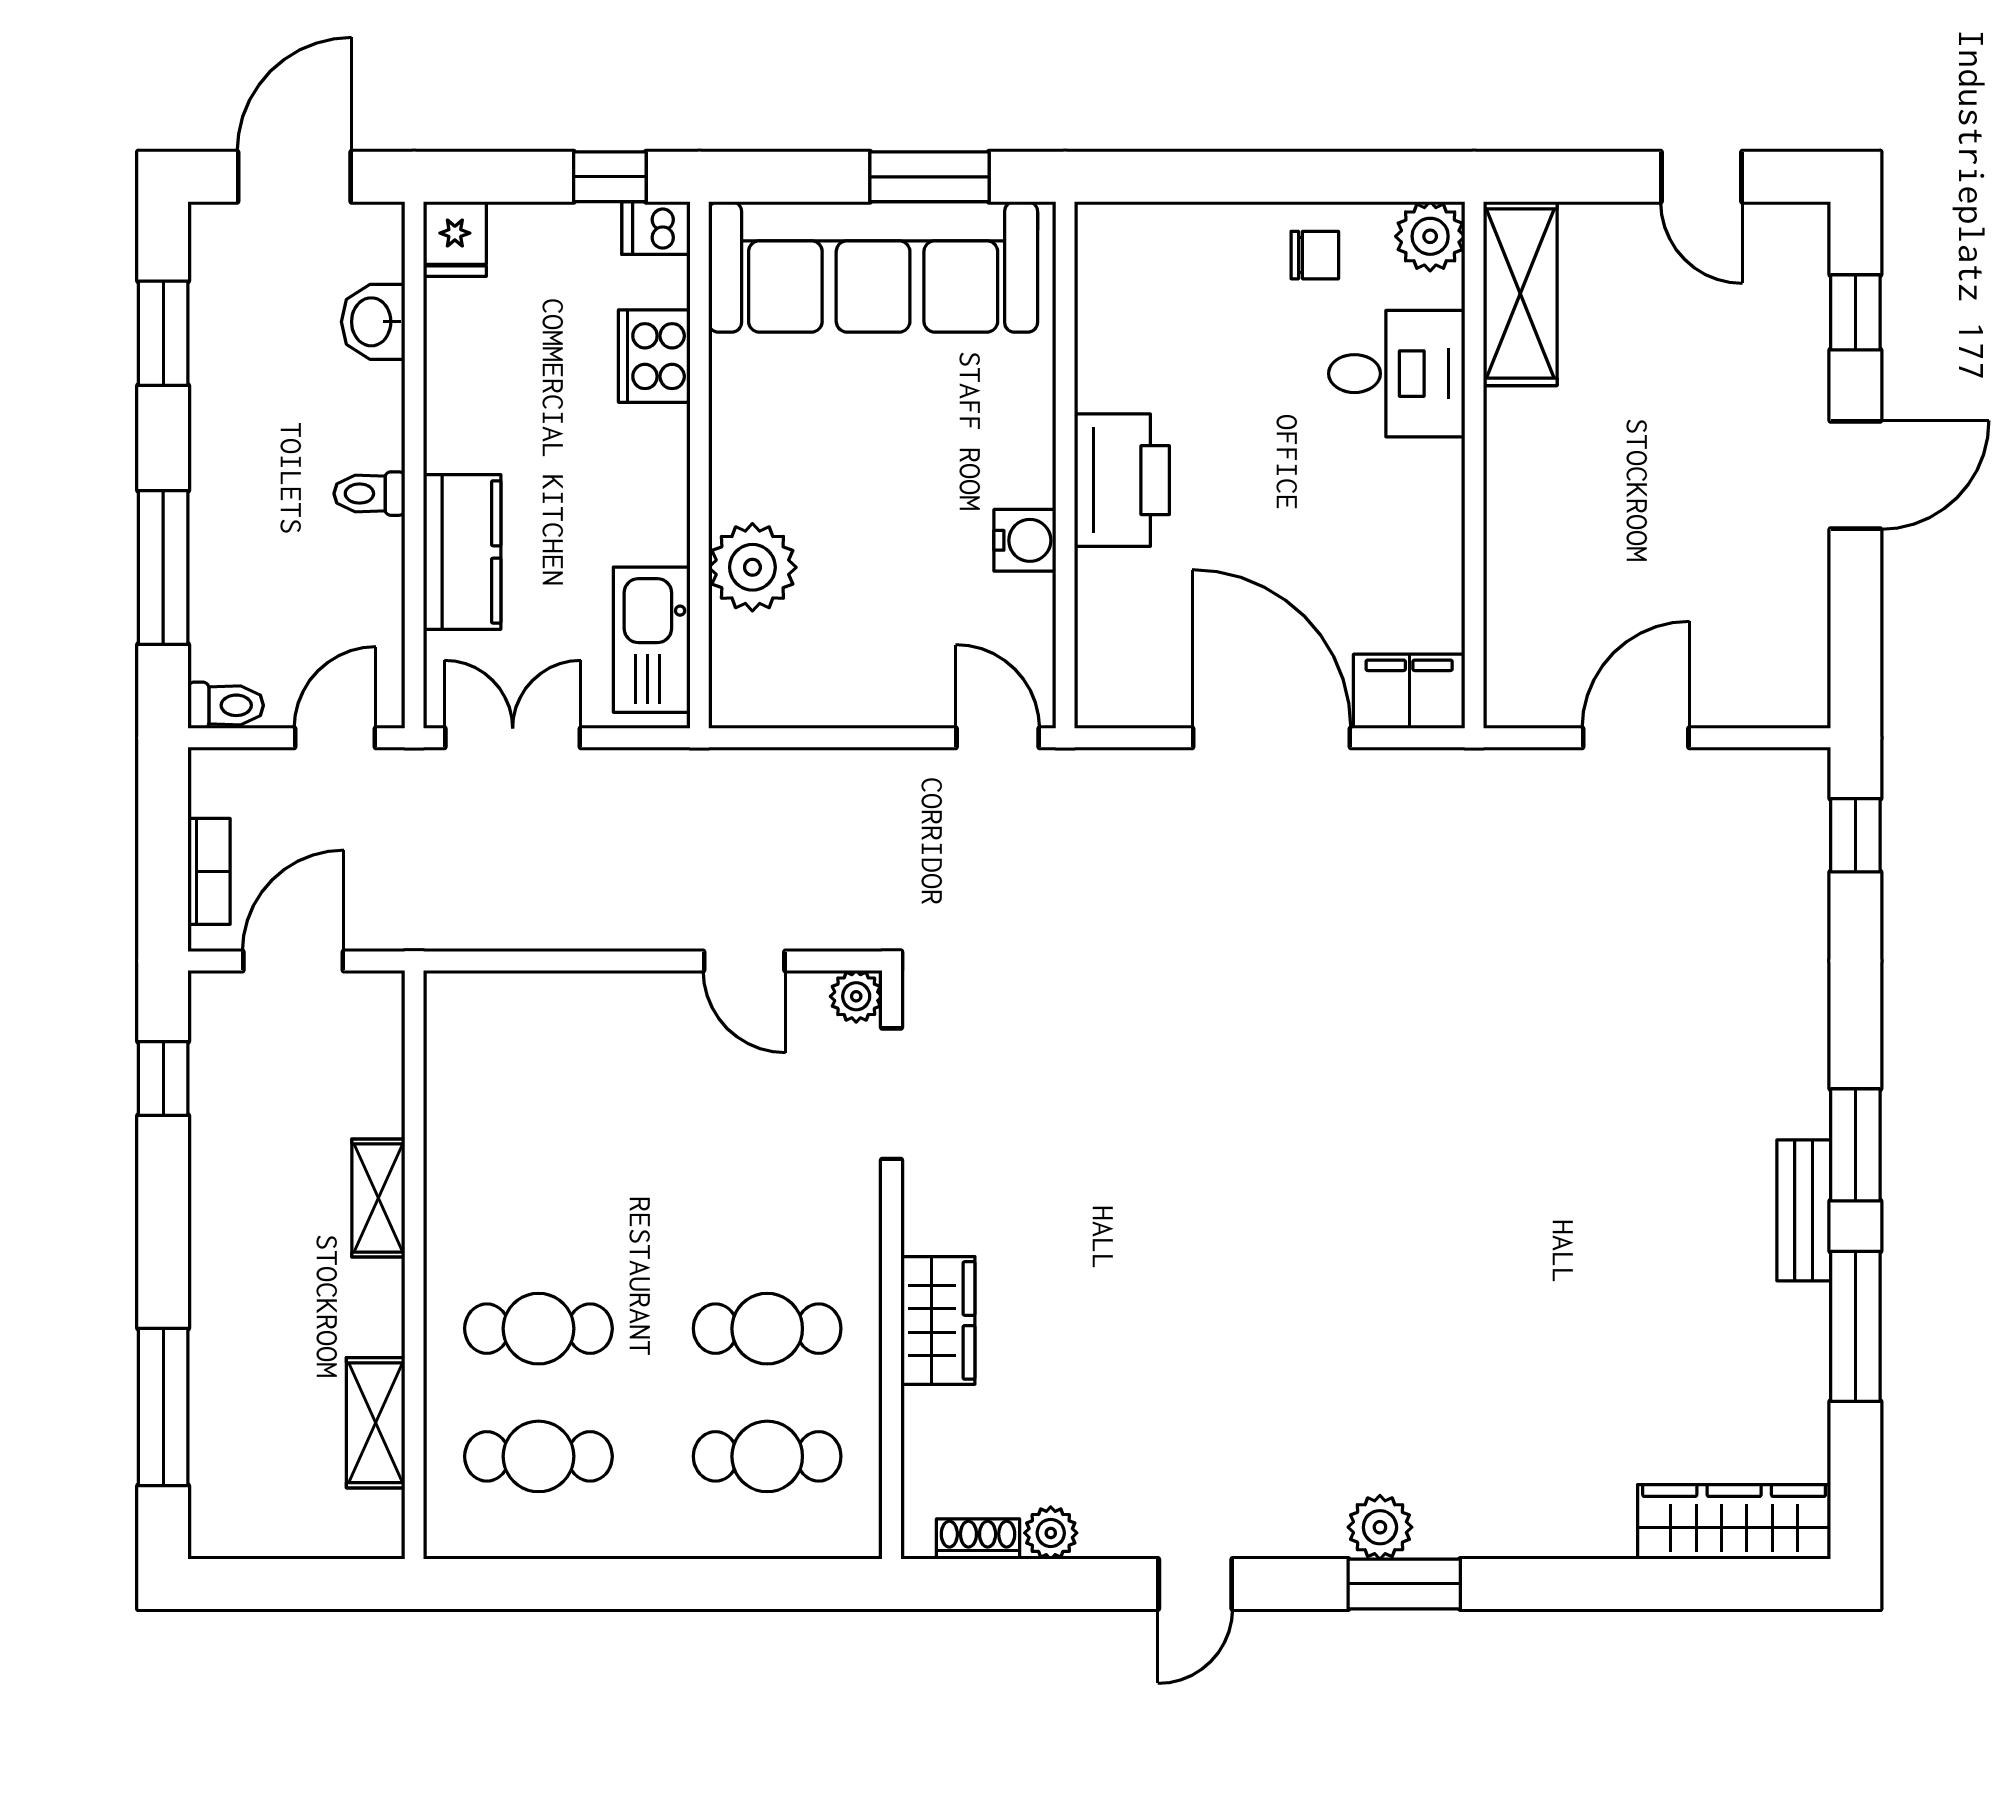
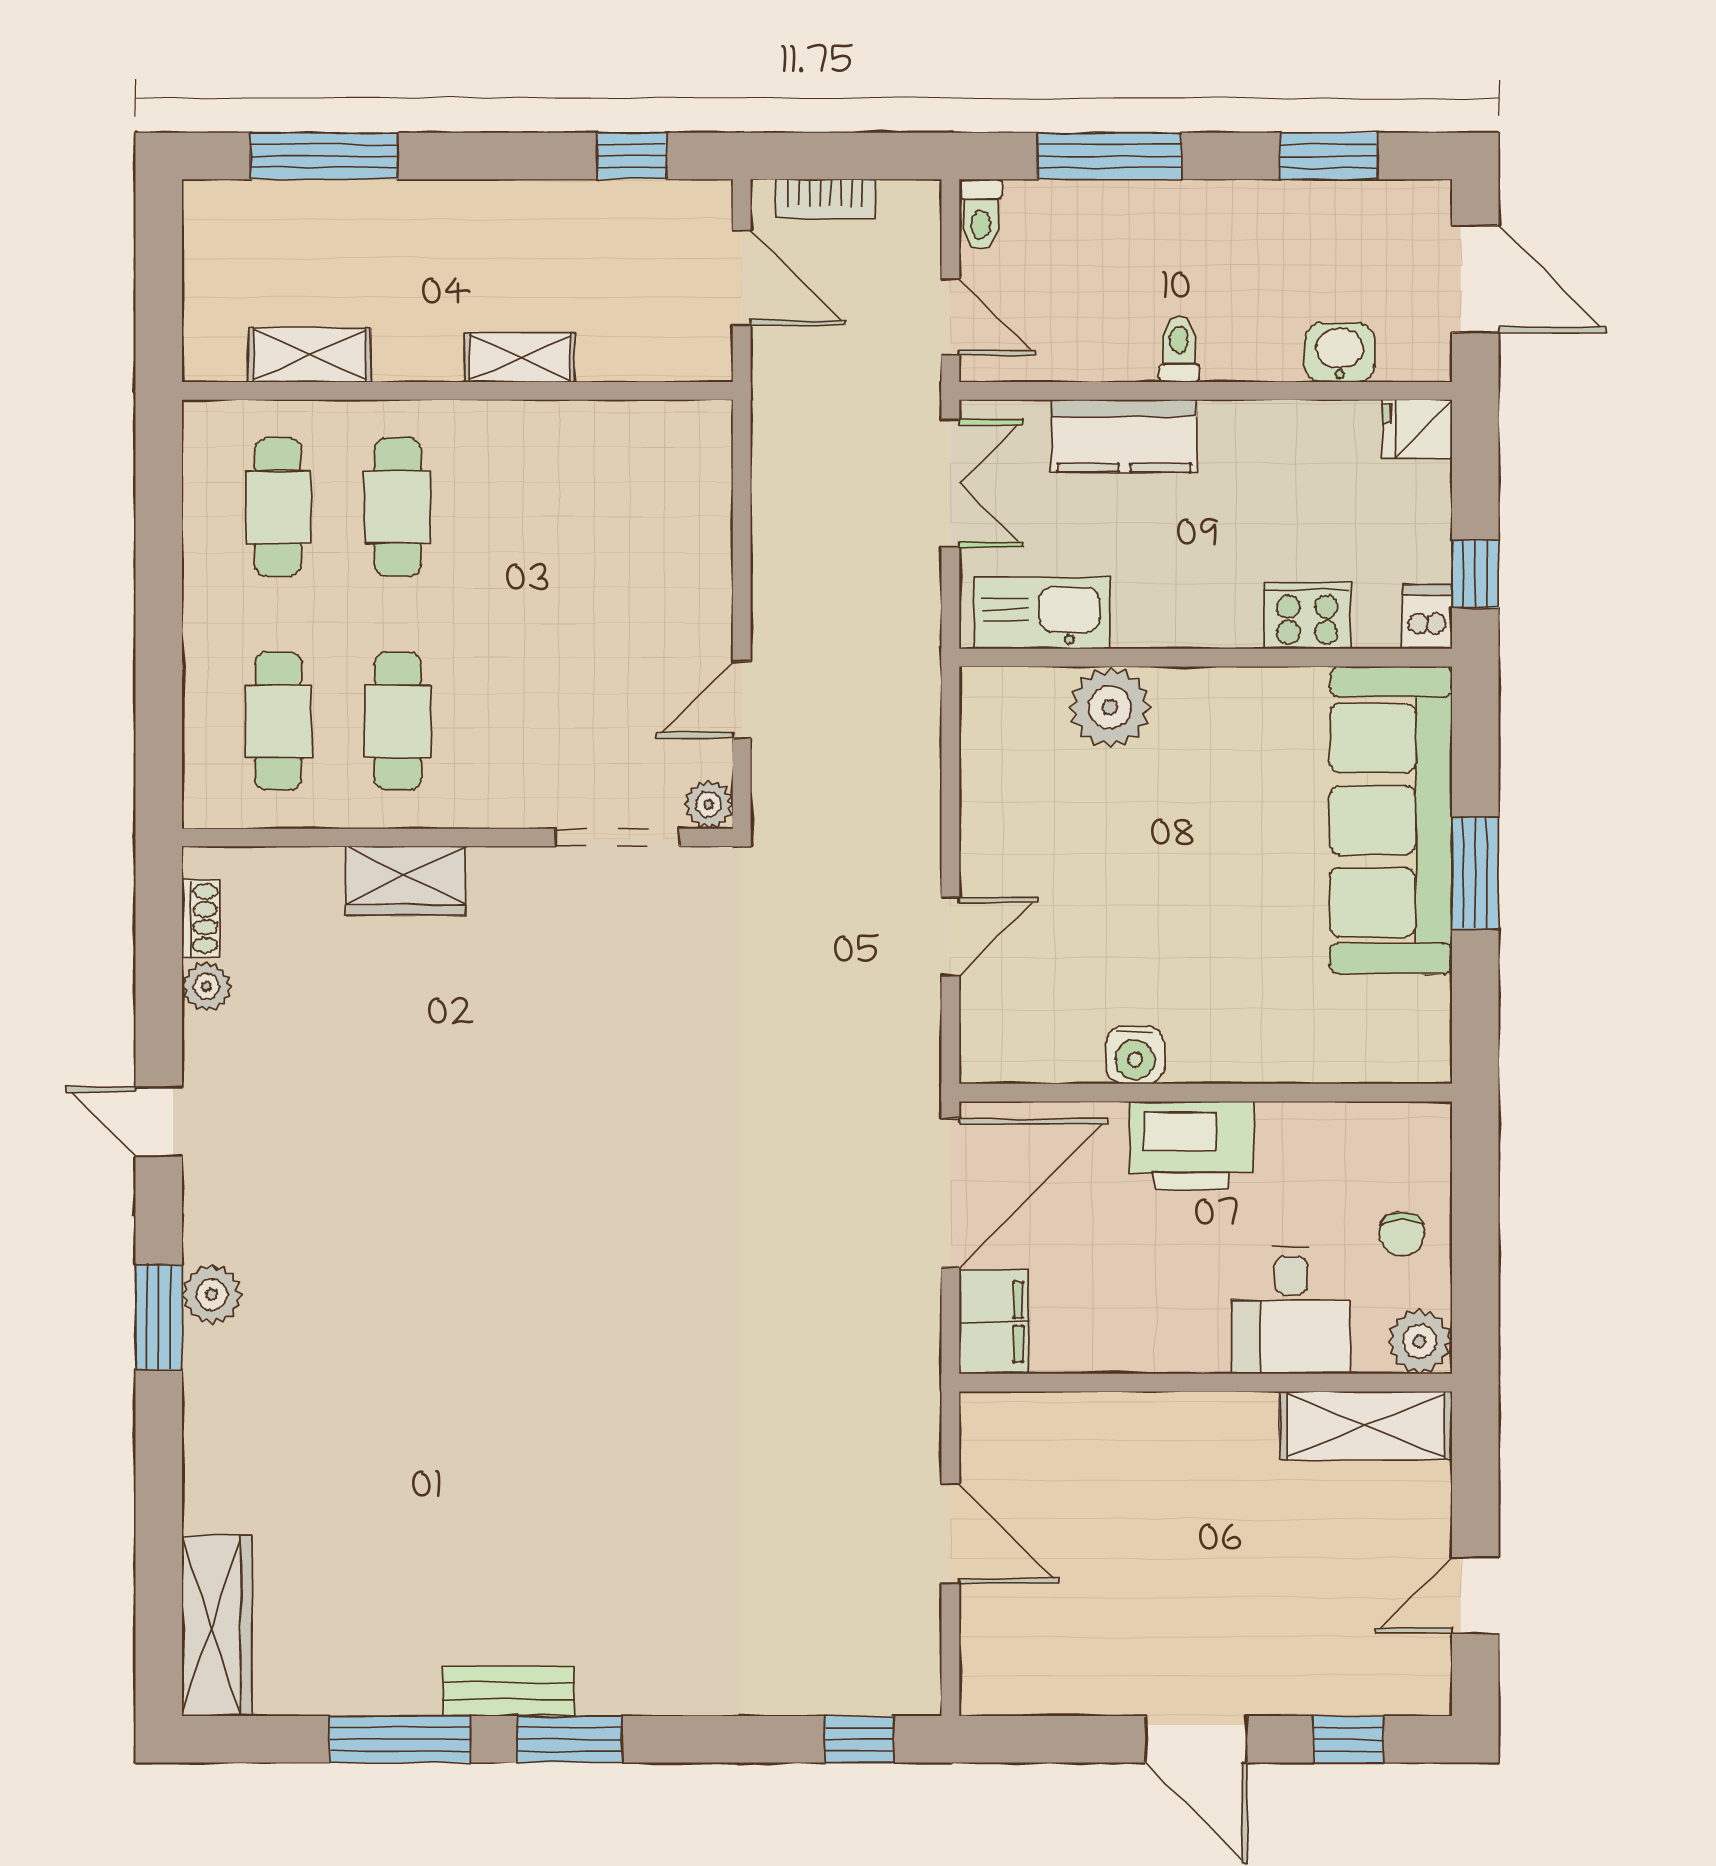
wall: (1065, 465) -> (1206, 1093), moved
printer: (1122, 480) -> (1191, 1146), moved
water cooler: (1025, 540) -> (1135, 1055), moved

